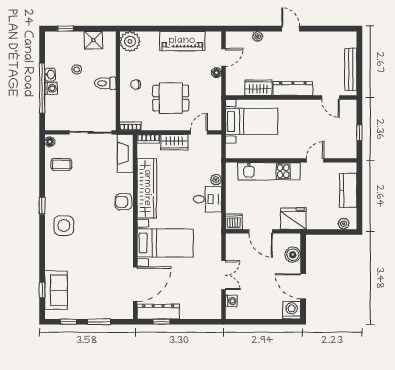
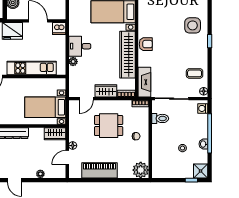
shower: (93, 40) -> (201, 171), moved
toilet: (105, 83) -> (160, 118), moved
washing machine: (51, 88) -> (203, 108), moved
wardrobe: (258, 88) -> (55, 134), moved

